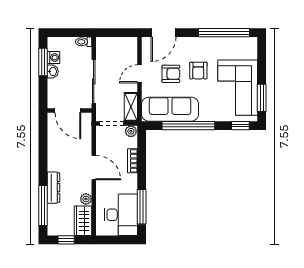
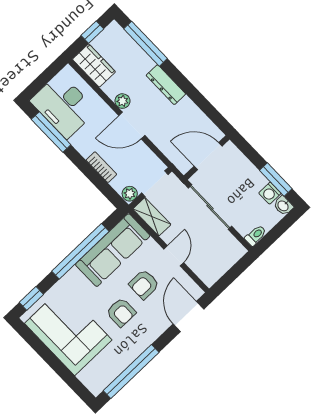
washbasin: (53, 71) -> (283, 206), moved
armchair: (198, 71) -> (121, 312), turned 180
window: (262, 98) -> (36, 344), removed
dresser: (53, 188) -> (166, 85), moved
plant: (86, 199) -> (122, 101), moved

